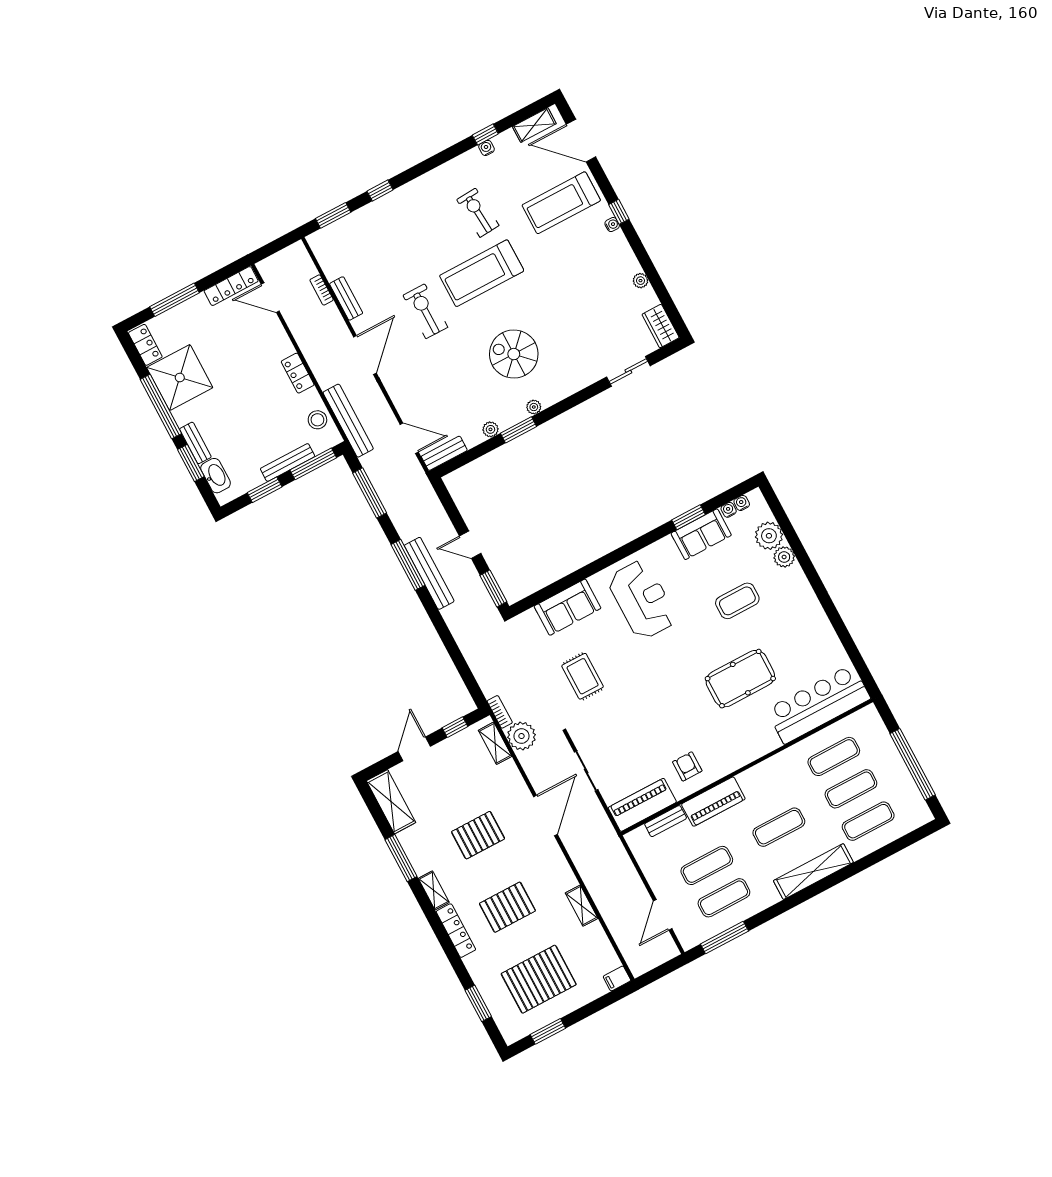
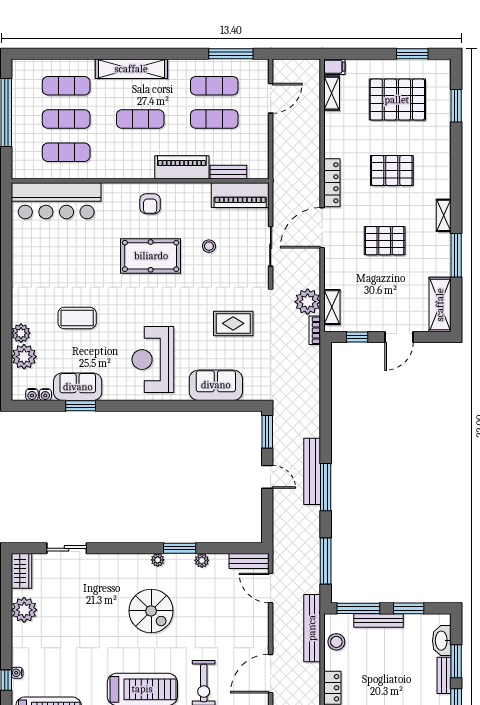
plant: (640, 281) -> (24, 610), width x1.87, depth x1.87
rug: (583, 676) -> (233, 323), turned 90
pool table: (740, 679) -> (151, 256), moved
stool: (646, 739) -> (209, 246), added
armchair: (687, 766) -> (150, 204), moved
shelving: (582, 906) -> (332, 93), moved
locker: (456, 931) -> (332, 183), moved, turned 180

